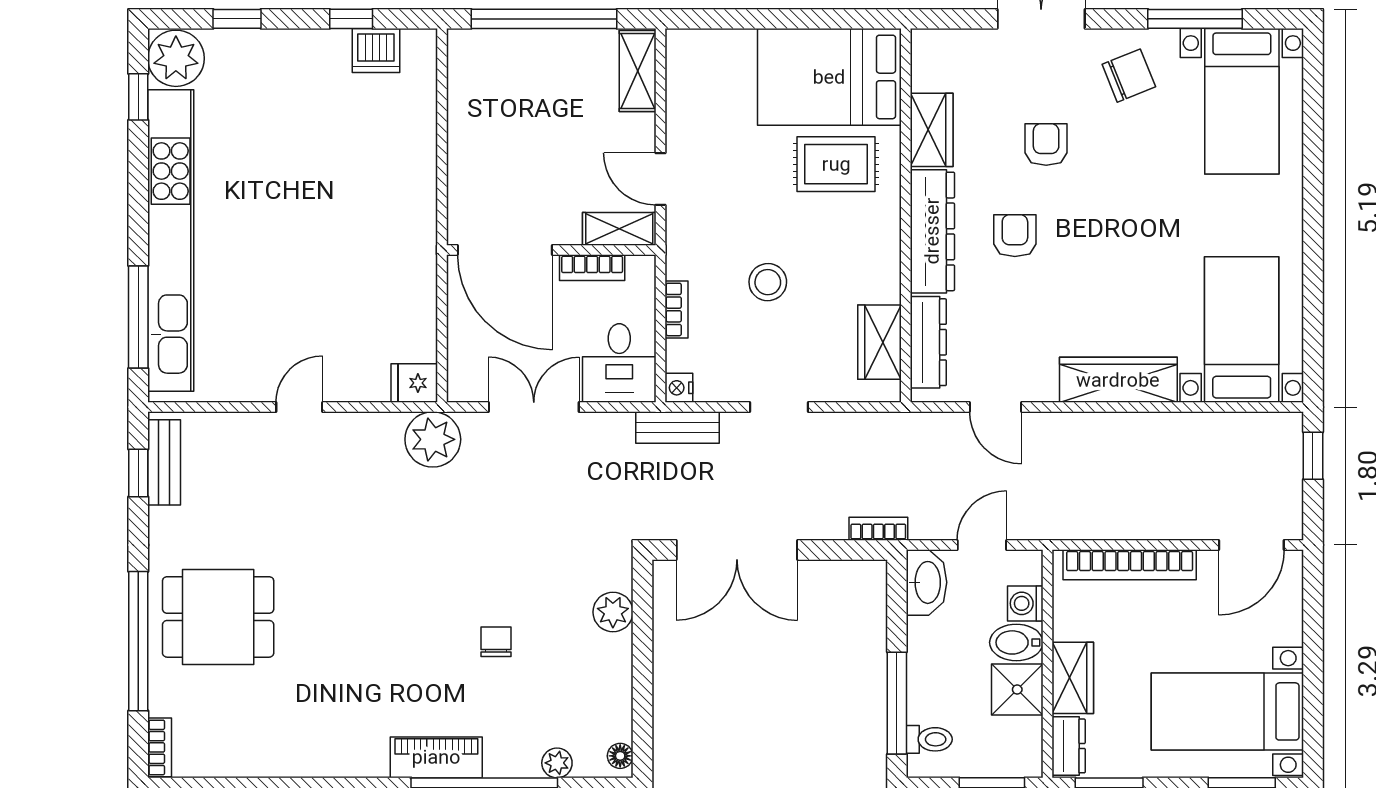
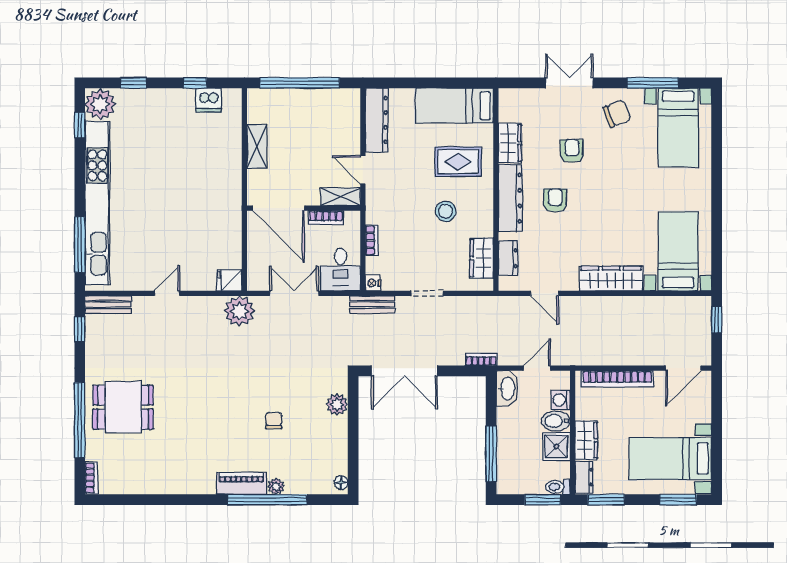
shelving: (638, 71) -> (257, 146), moved
bed: (829, 77) -> (454, 106), width x0.67
dresser: (686, 87) -> (377, 120), added
stool: (768, 282) -> (446, 211), moved
dresser: (928, 342) -> (508, 258), width x0.70
bench: (164, 462) -> (108, 305), moved, turned 90
toilet: (929, 739) -> (558, 487), moved, turned 180
plant: (557, 763) -> (276, 486), moved

